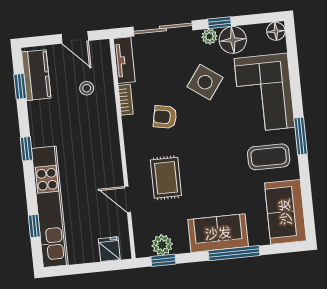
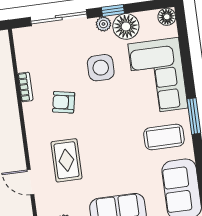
tv unit: (124, 60) -> (23, 49), removed
side table: (205, 82) -> (101, 68), turned -36

